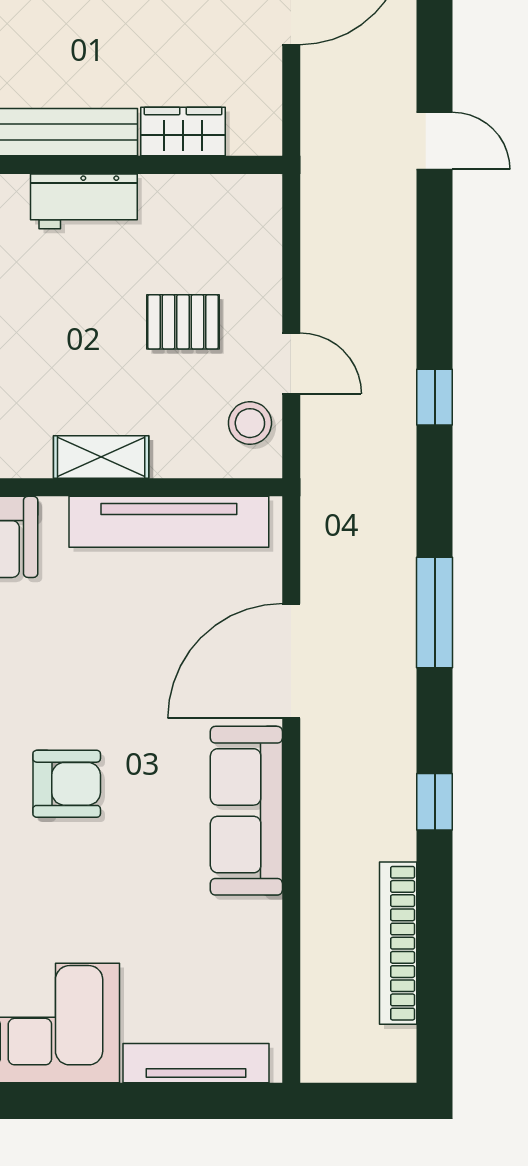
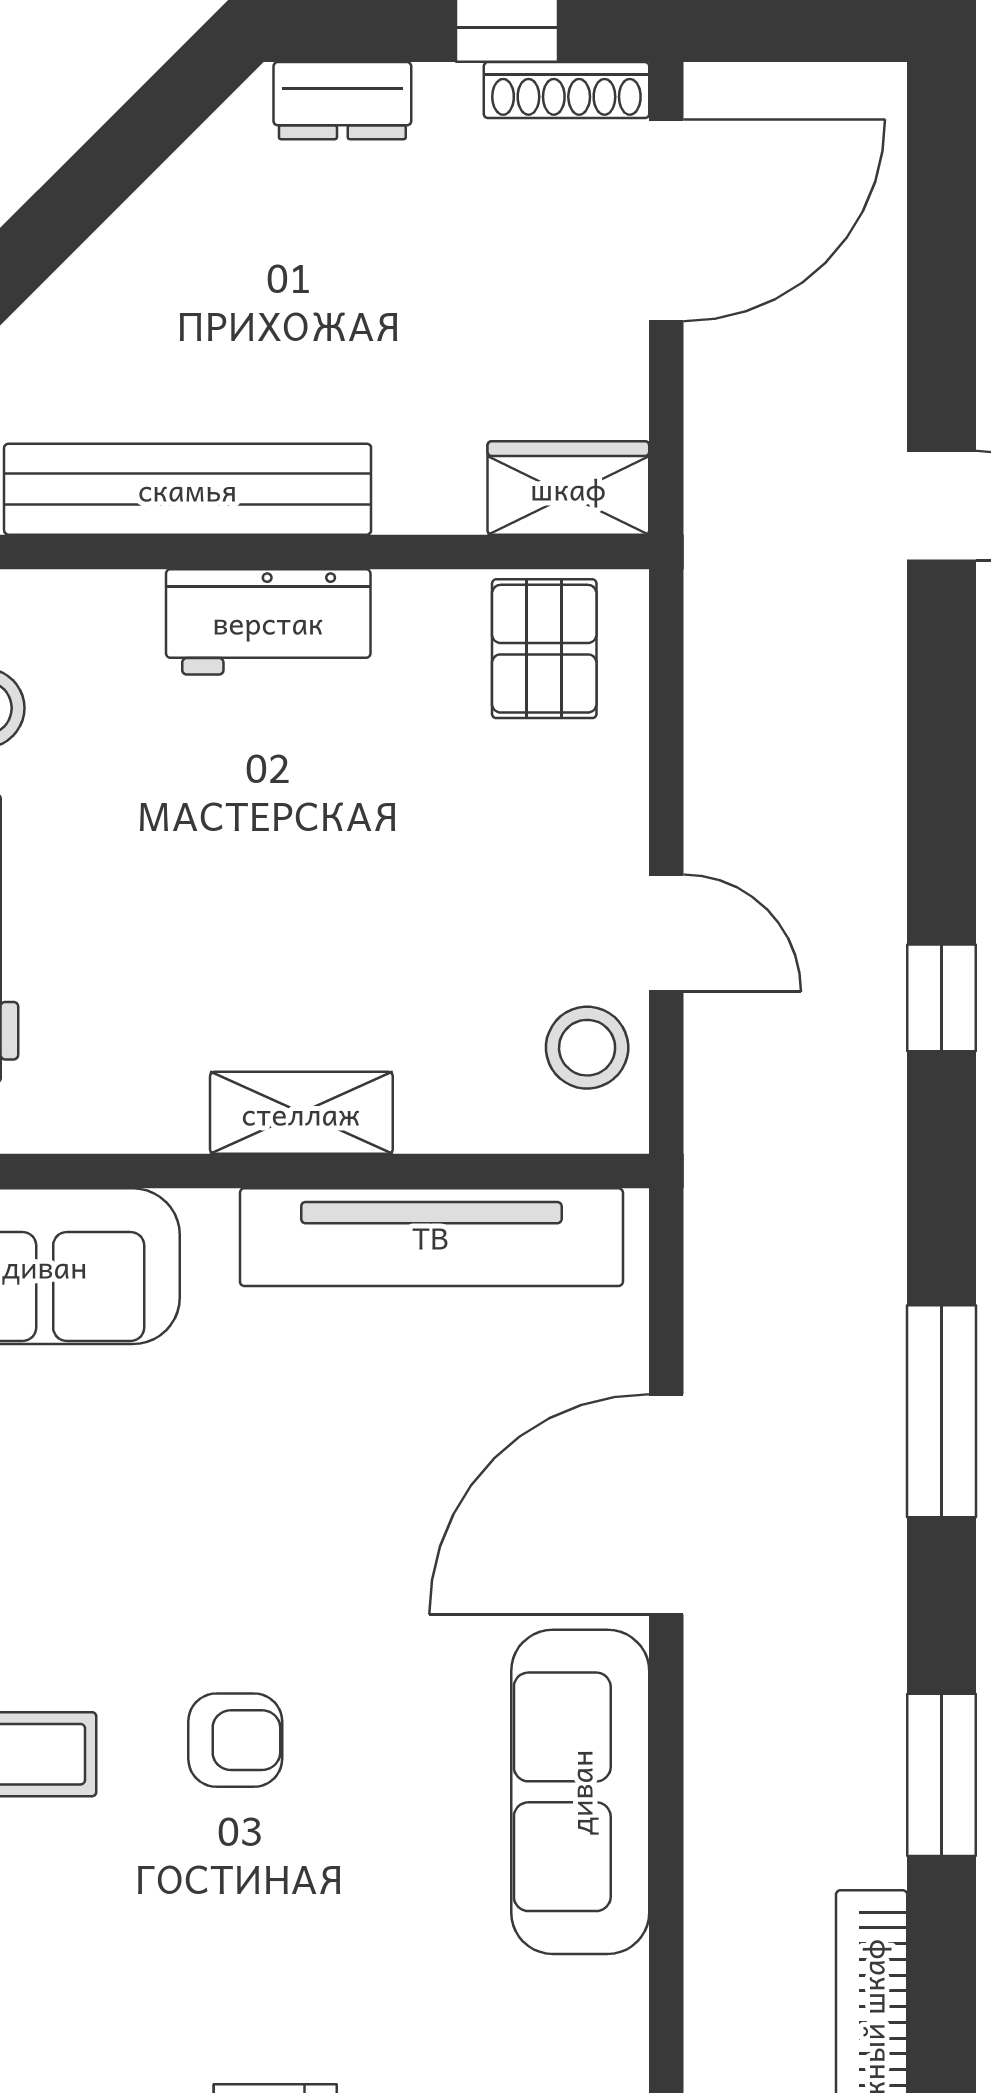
wardrobe: (183, 131) -> (568, 488), moved
pallet: (183, 322) -> (544, 649), moved, turned 90
armchair: (67, 784) -> (235, 1740), width x0.72, depth x0.72
window: (435, 802) -> (941, 1775), width x1.50

